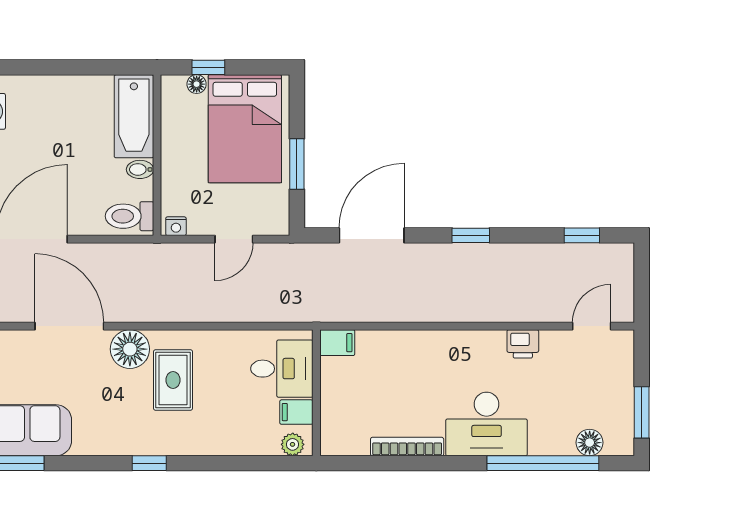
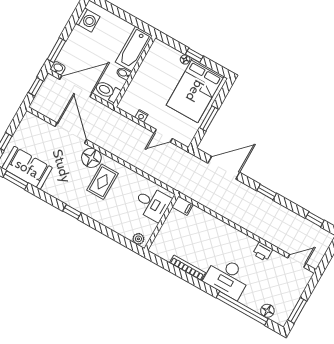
bathtub: (134, 116) -> (134, 49), moved
wall: (157, 155) -> (134, 71), moved
bidet: (140, 169) -> (123, 73), moved
toilet: (129, 216) -> (107, 91), moved
filing cabinet: (296, 412) -> (148, 226), removed

